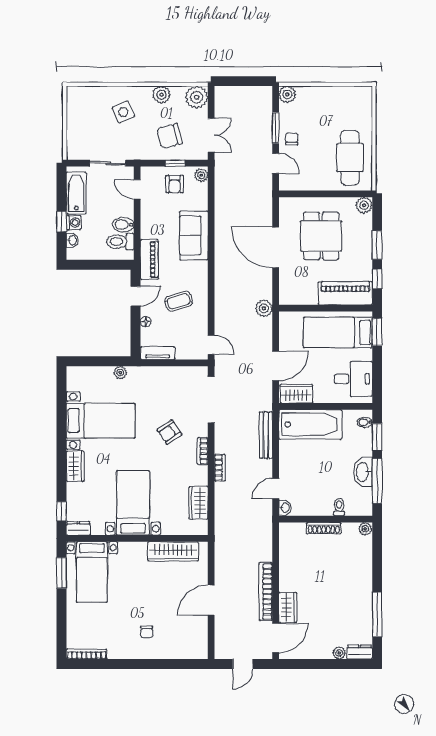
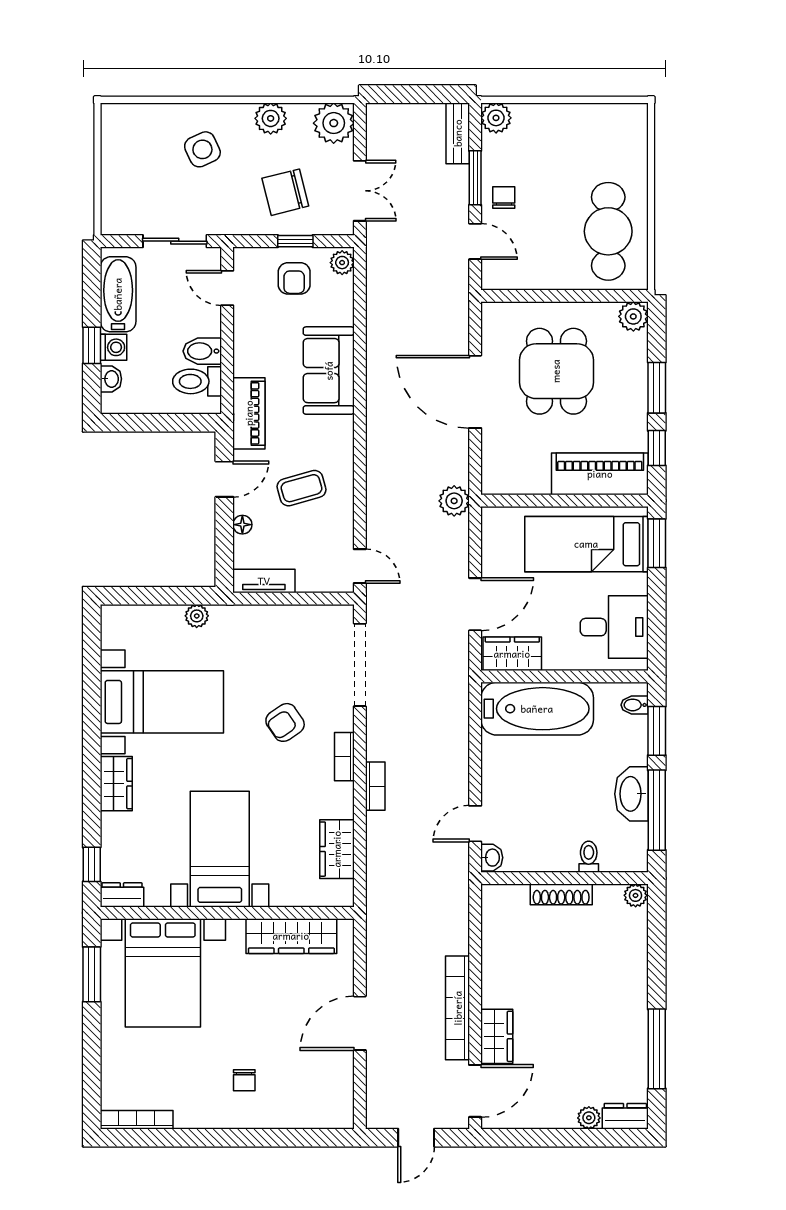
bench: (266, 435) -> (458, 133), moved, width x0.73
bed with nightstands: (92, 572) -> (163, 973), width x1.36

